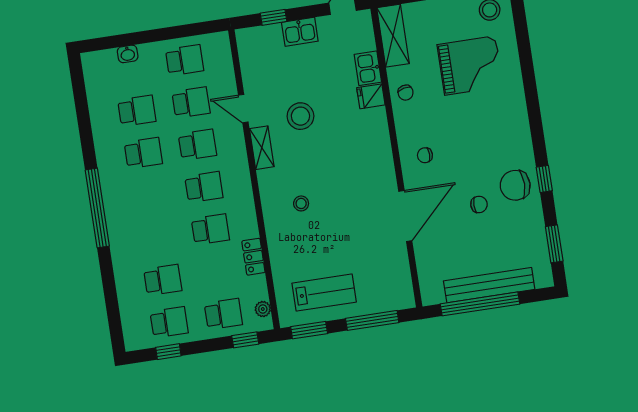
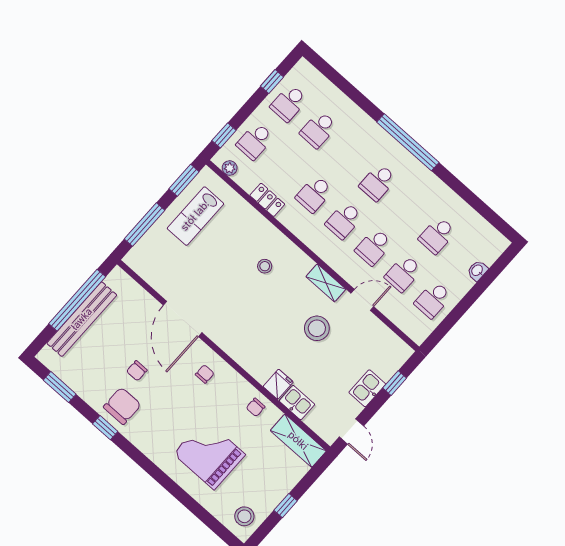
grand piano: (470, 65) -> (209, 454), moved, turned 90
chair: (406, 93) -> (256, 407), turned -78
school desk: (143, 153) -> (378, 182), moved

